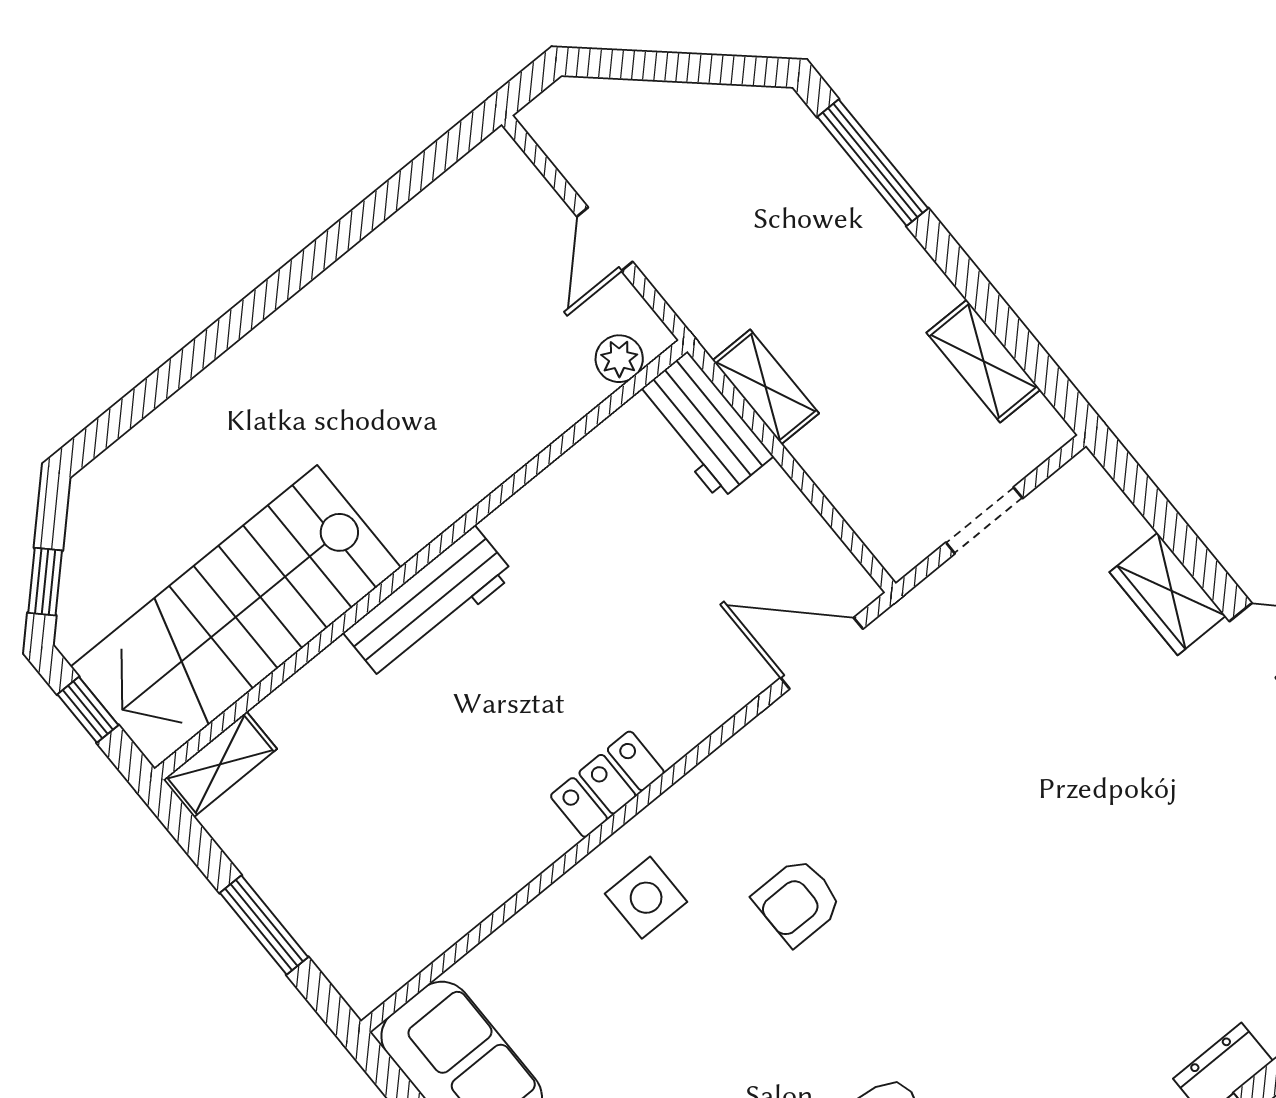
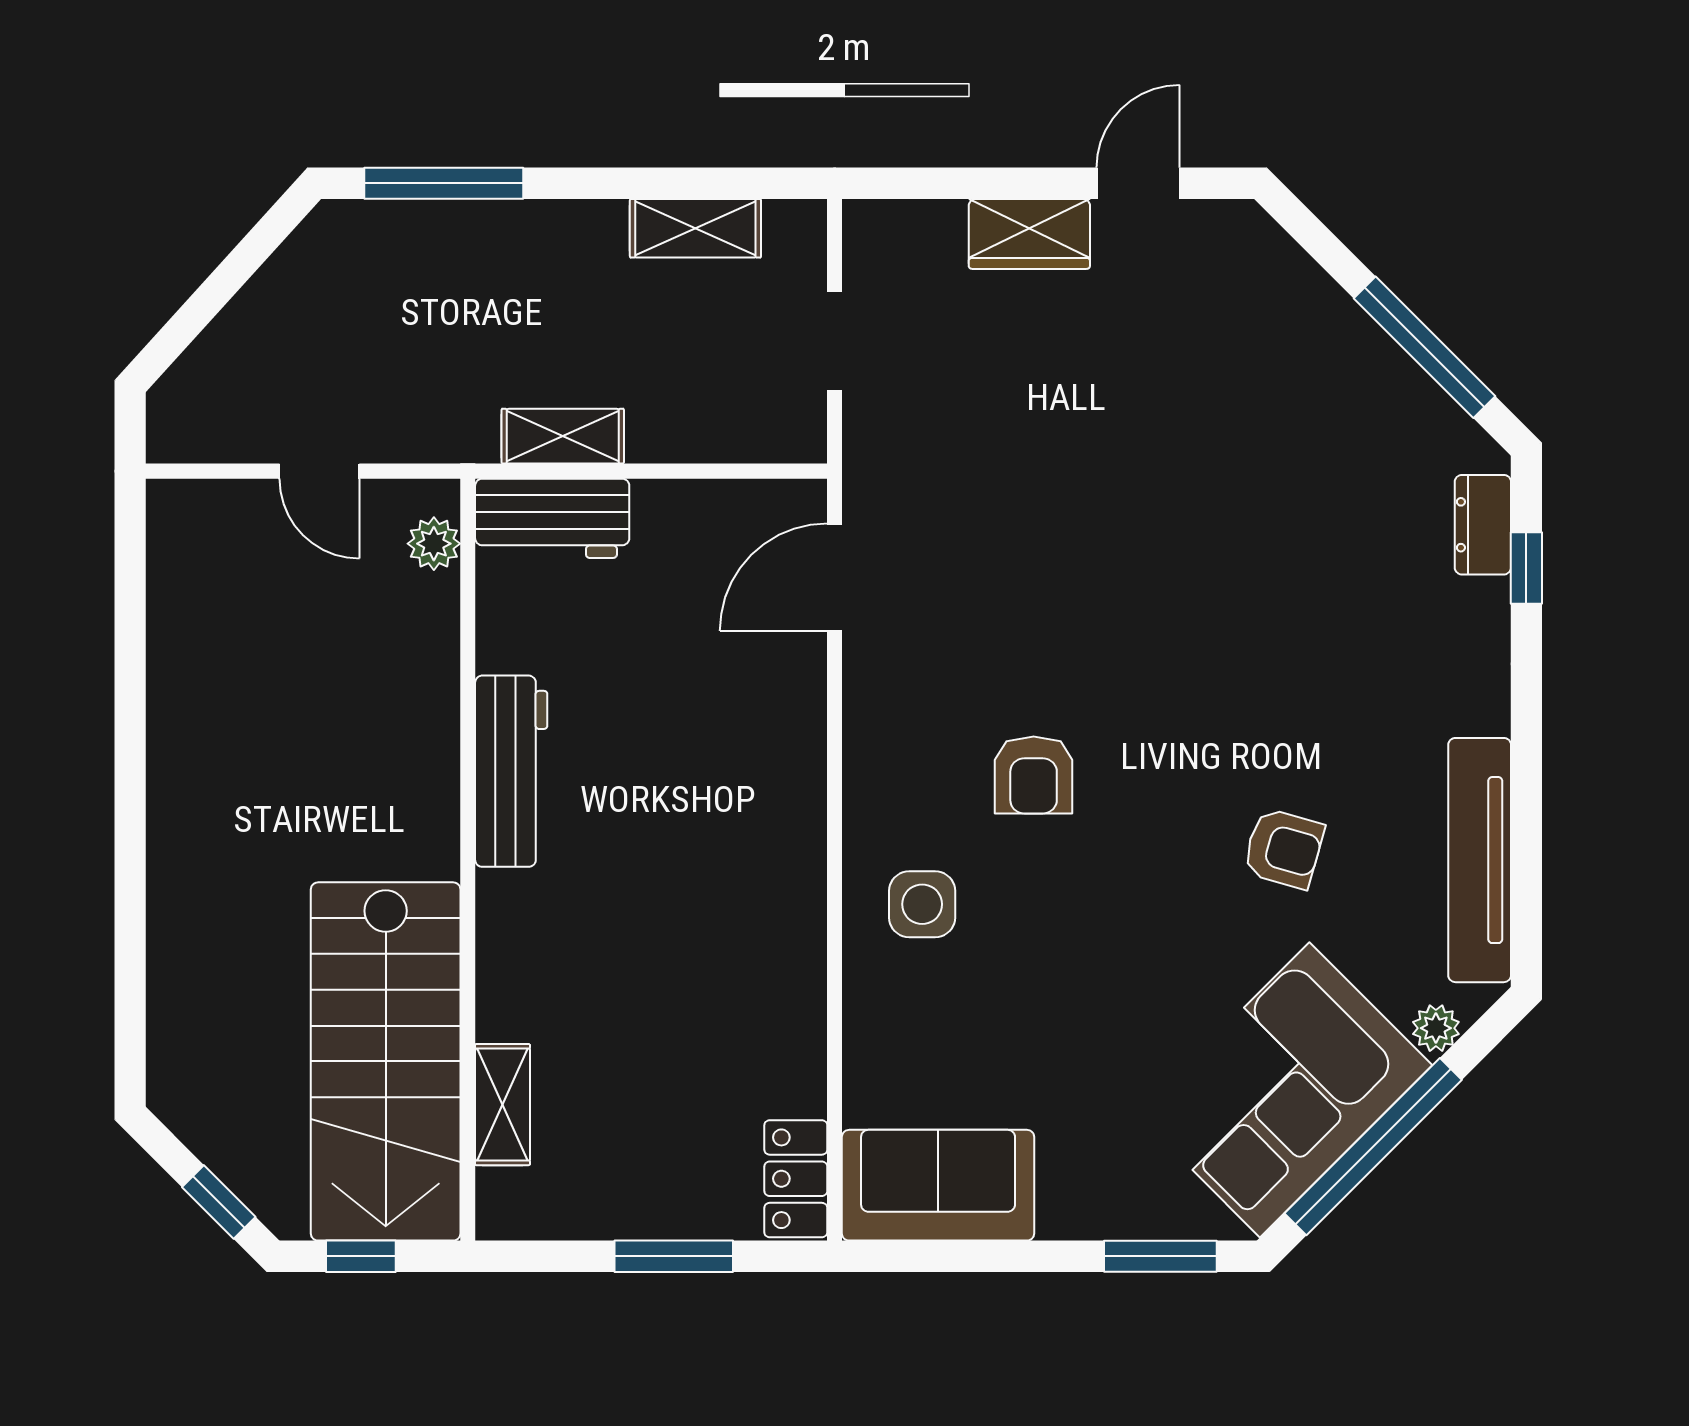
workbench: (429, 603) -> (511, 771), moved
shelving: (220, 764) -> (503, 1105), moved
locker: (607, 784) -> (796, 1179), moved

